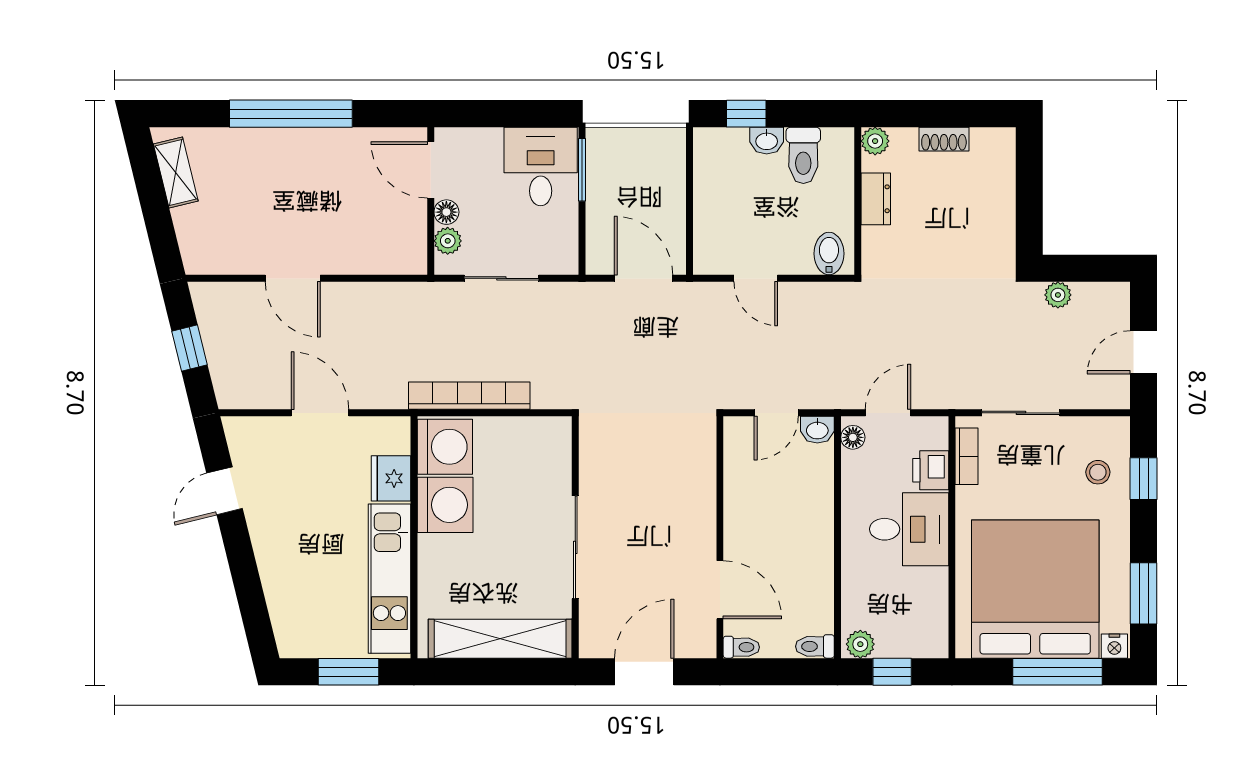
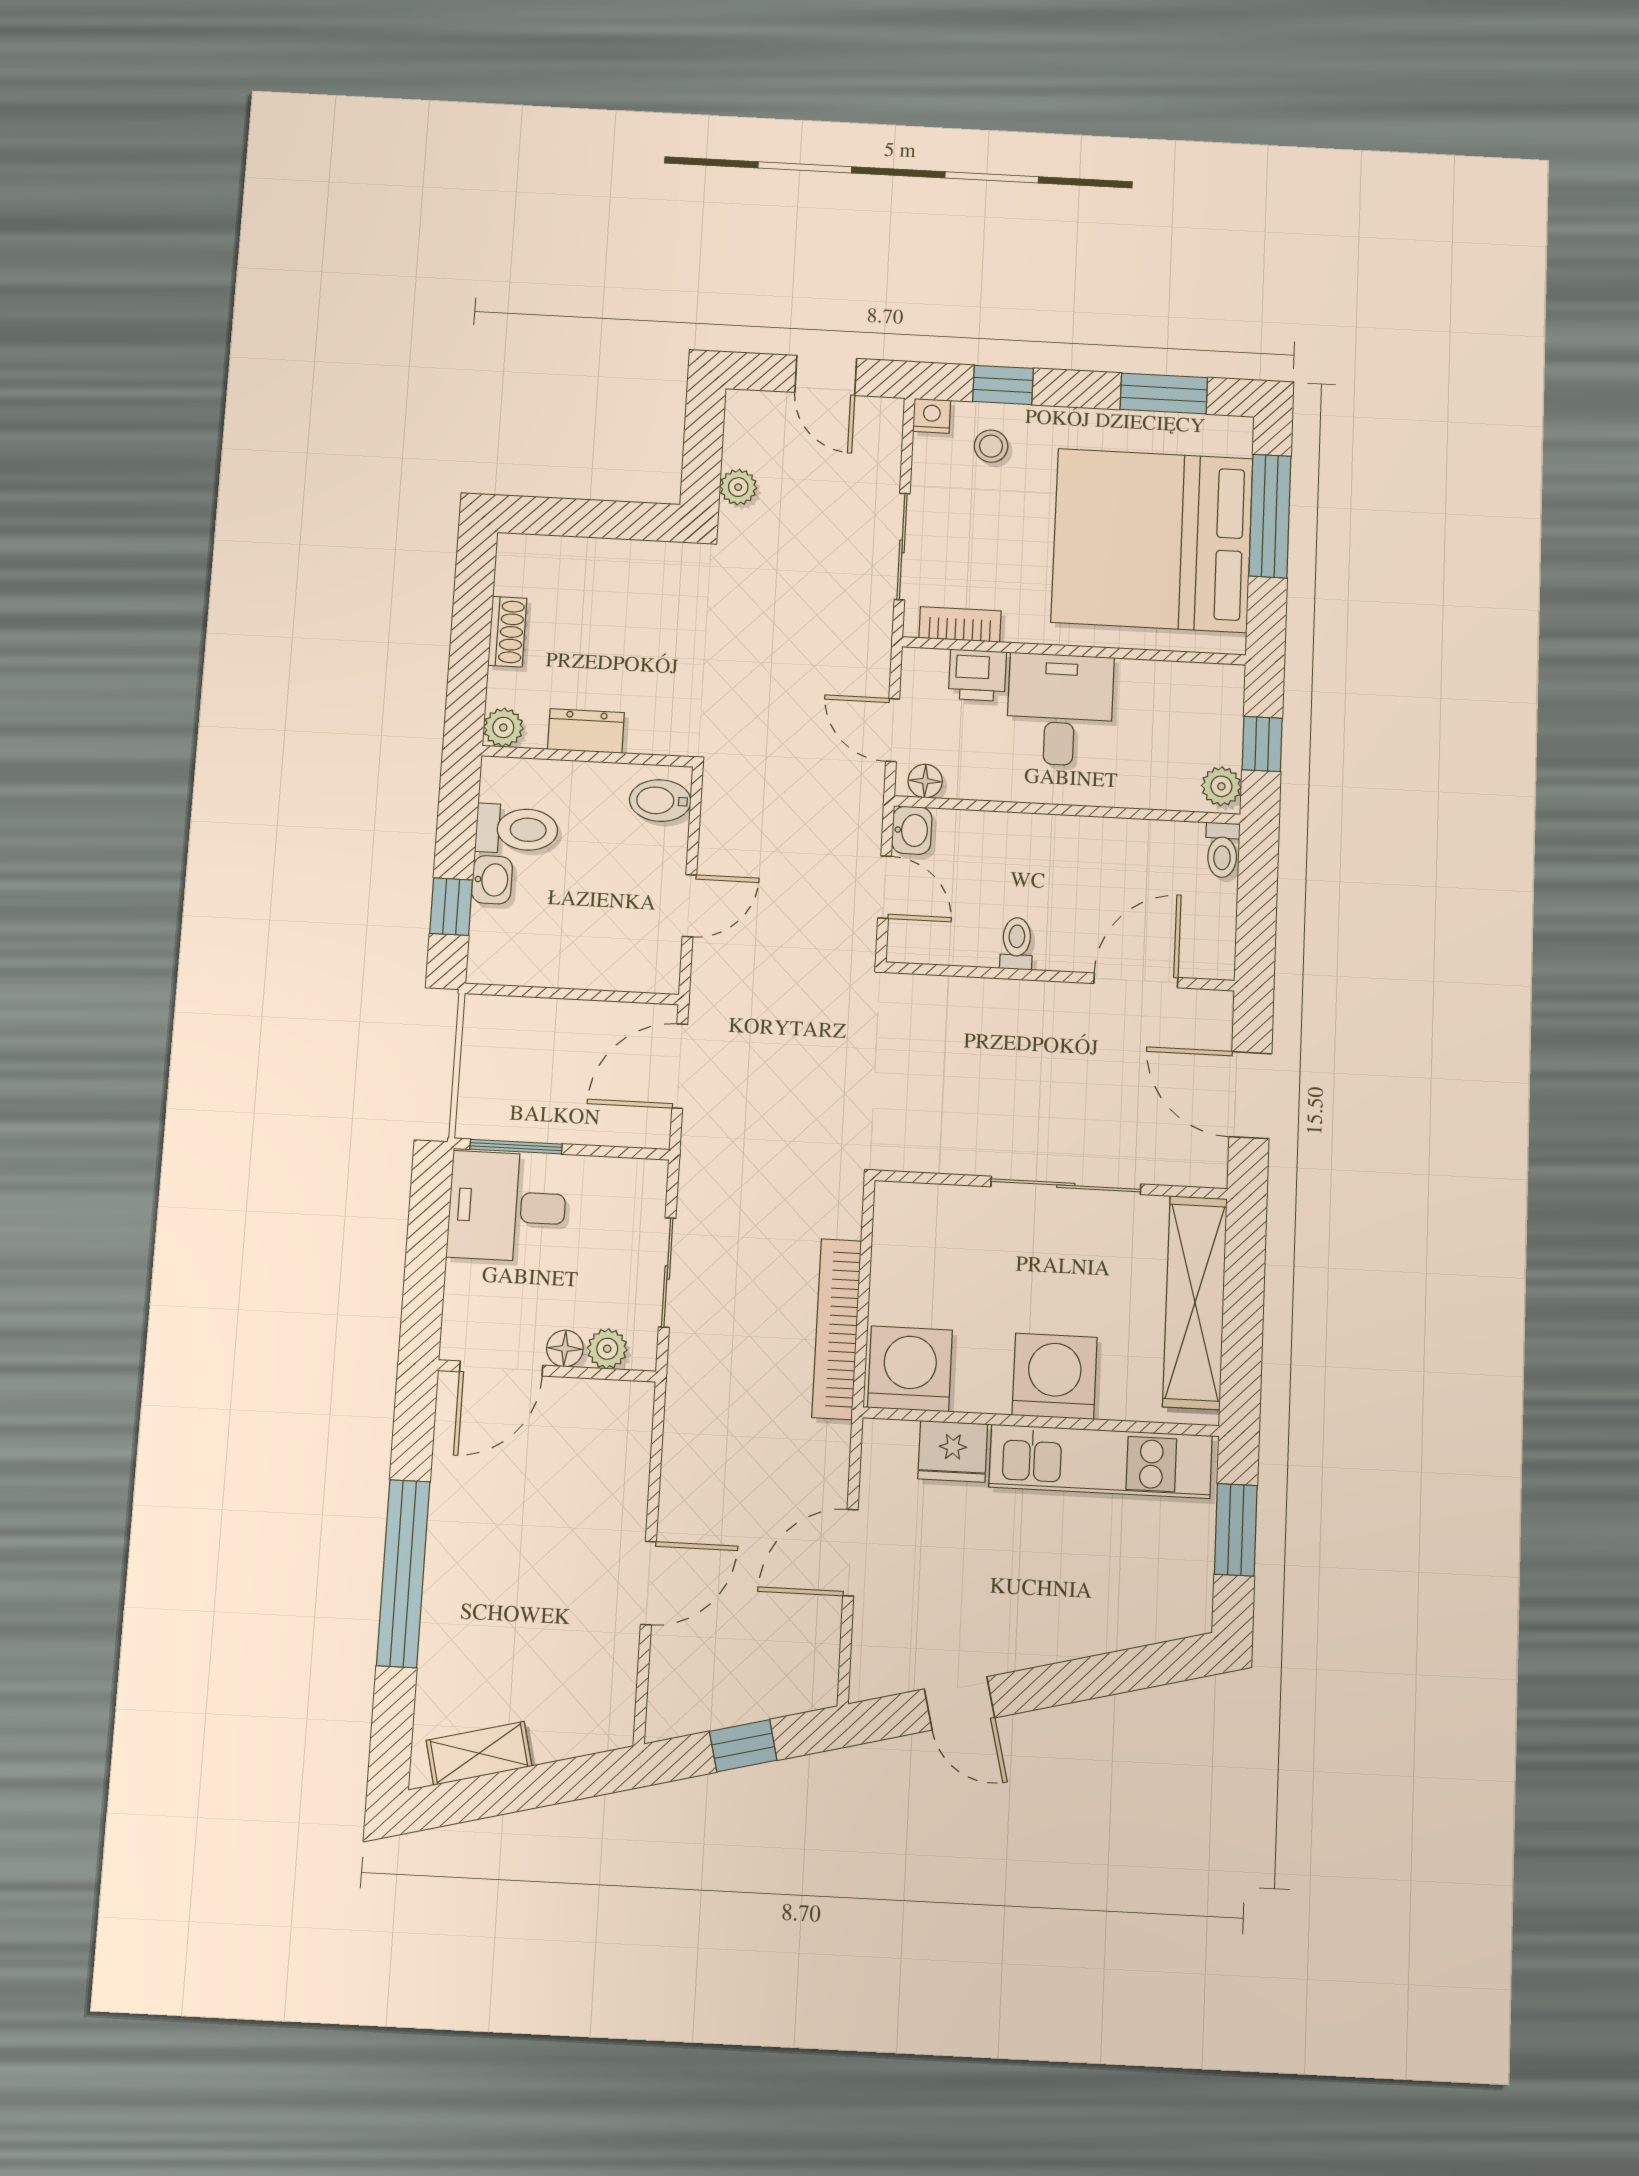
washing machine: (445, 505) -> (1055, 1376), moved
nightstand: (1114, 646) -> (932, 416), moved, turned -90
toilet: (741, 647) -> (1017, 944), moved

